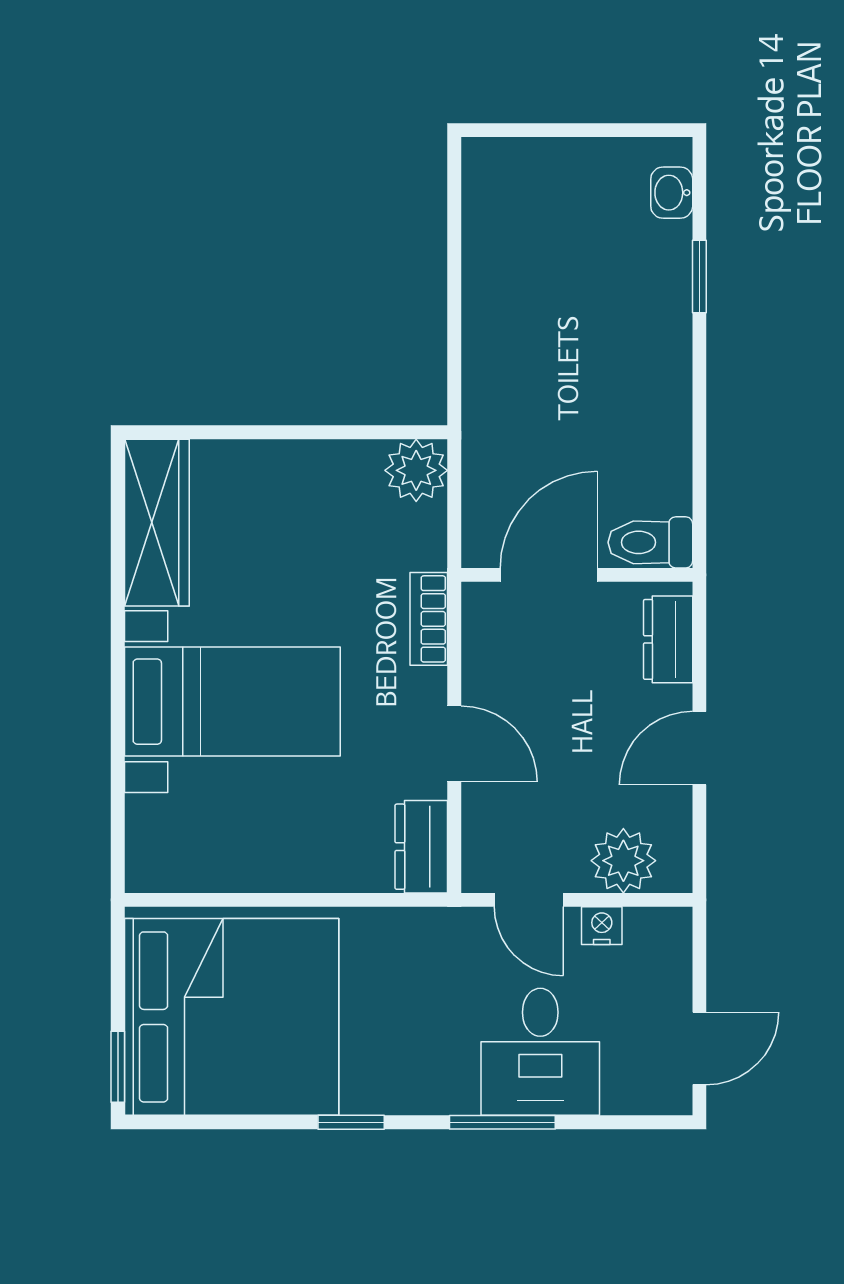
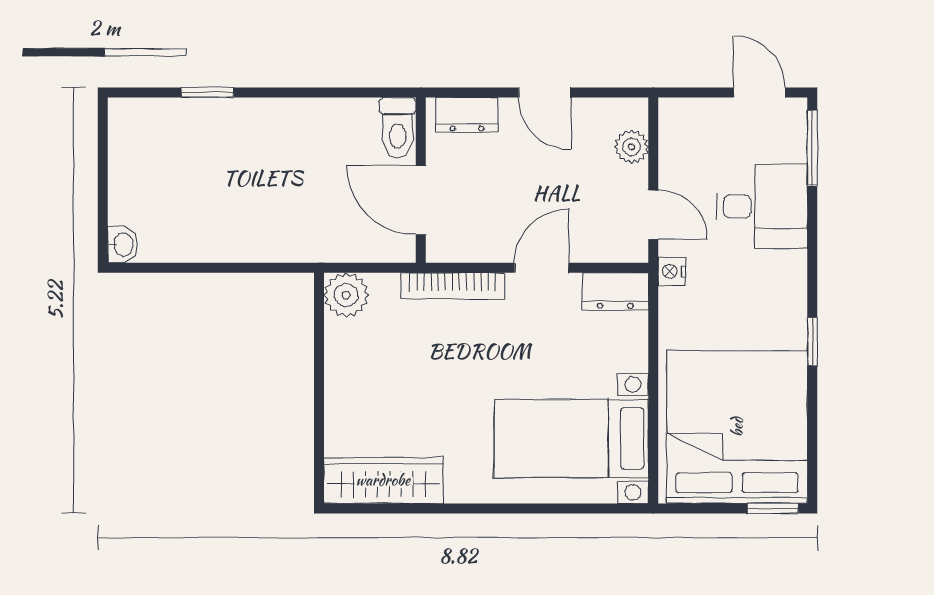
washbasin: (672, 193) -> (123, 245), moved, turned -90
bookcase: (429, 619) -> (452, 286), width x1.56
bed with nightstands: (232, 702) -> (571, 438), moved, turned -90
plant: (623, 861) -> (632, 147), width x0.73, depth x0.73
door: (529, 900) -> (653, 215), hinge flipped
nightstand: (602, 926) -> (672, 271), moved
window: (502, 1122) -> (812, 148), moved

